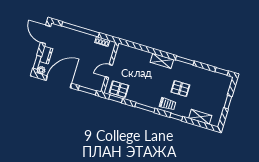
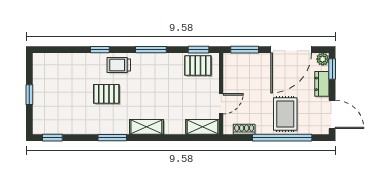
rug: (74, 43) -> (285, 114), added
door: (109, 71) -> (221, 104), moved
shelving: (200, 117) -> (203, 127), moved

